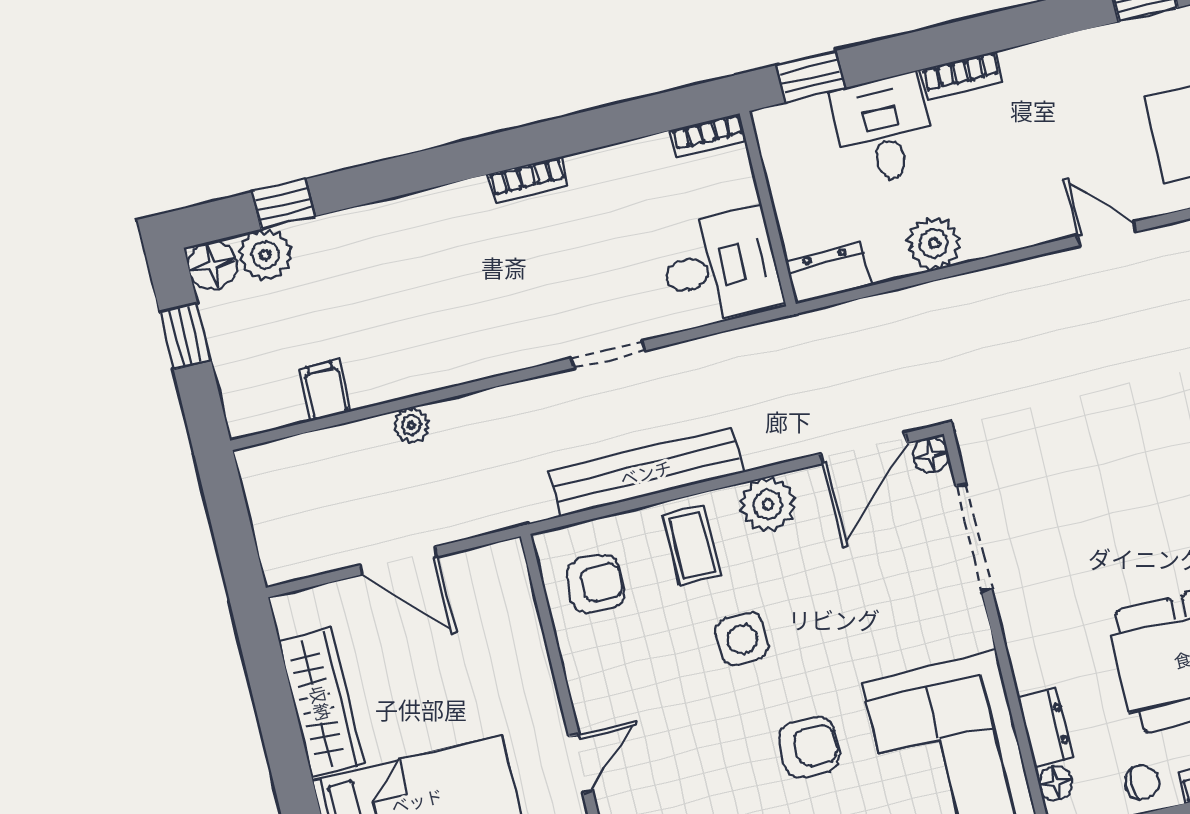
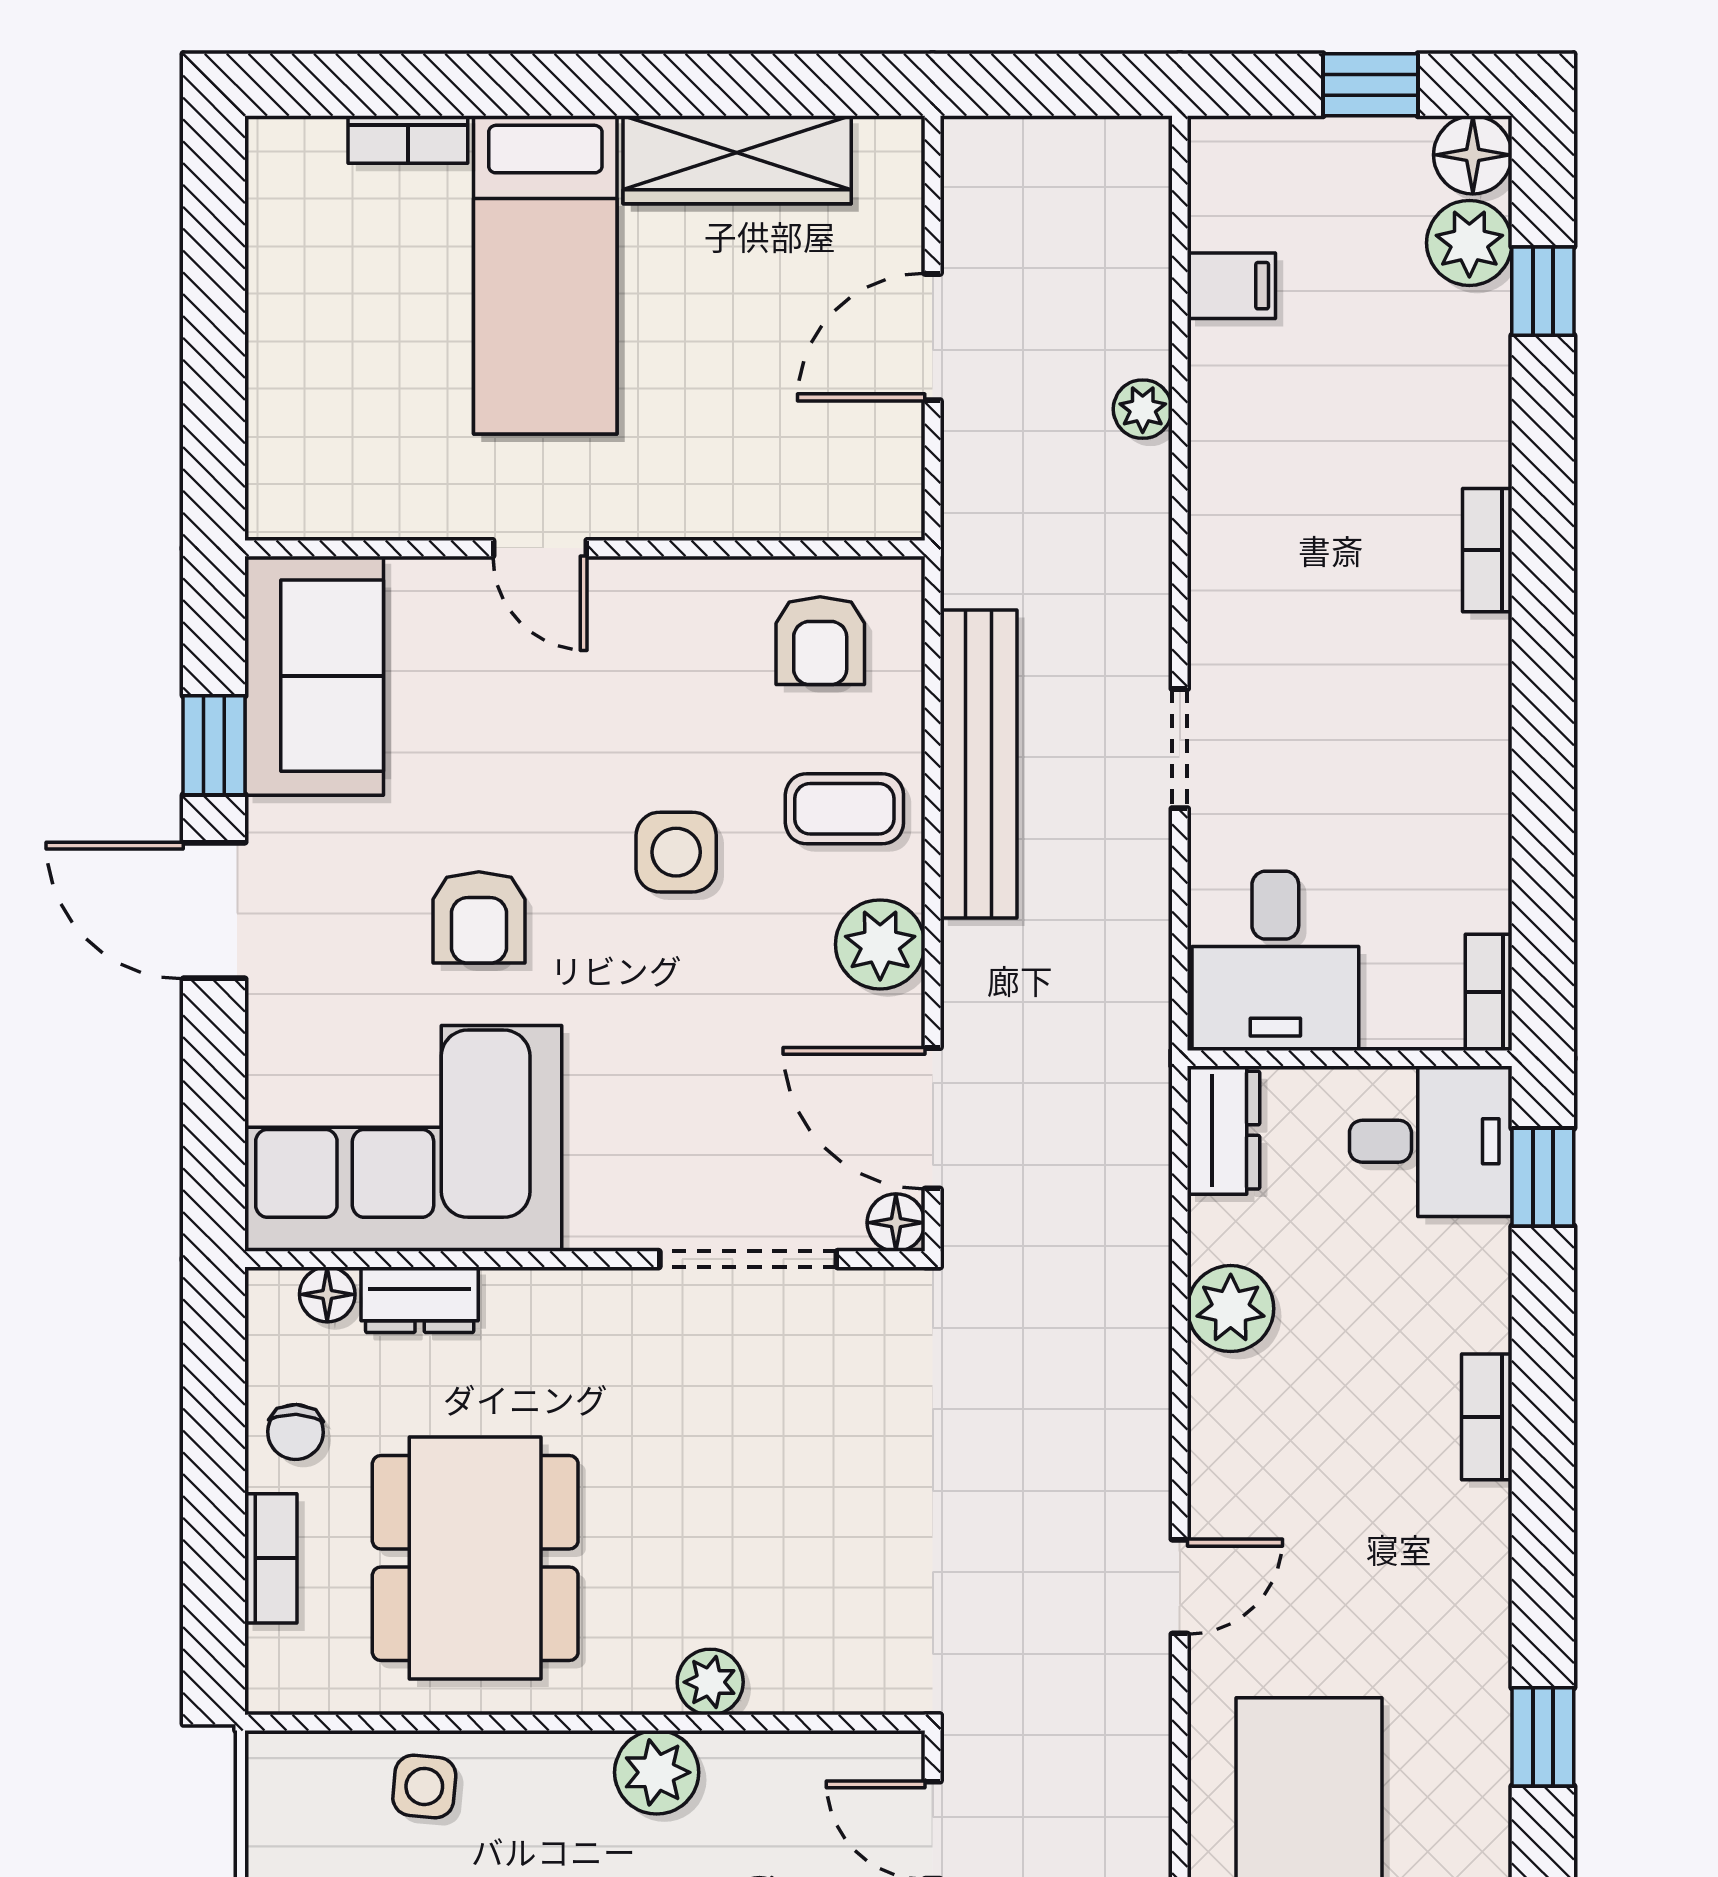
desk: (883, 130) -> (1431, 1141), moved
bookcase: (528, 180) -> (1487, 550), moved

